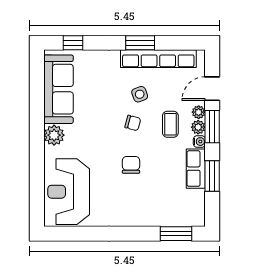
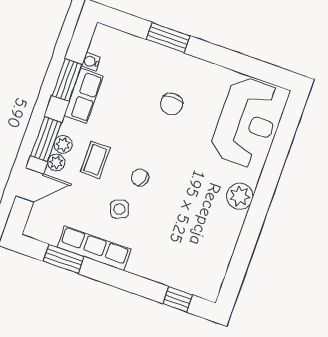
window: (140, 43) -> (64, 259), moved
row of seats: (158, 59) -> (94, 248), width x0.73
sofa: (58, 89) -> (215, 250), removed
water cooler: (199, 142) -> (91, 62), moved
chair: (131, 165) -> (171, 104), moved
window: (176, 234) -> (168, 38), moved

